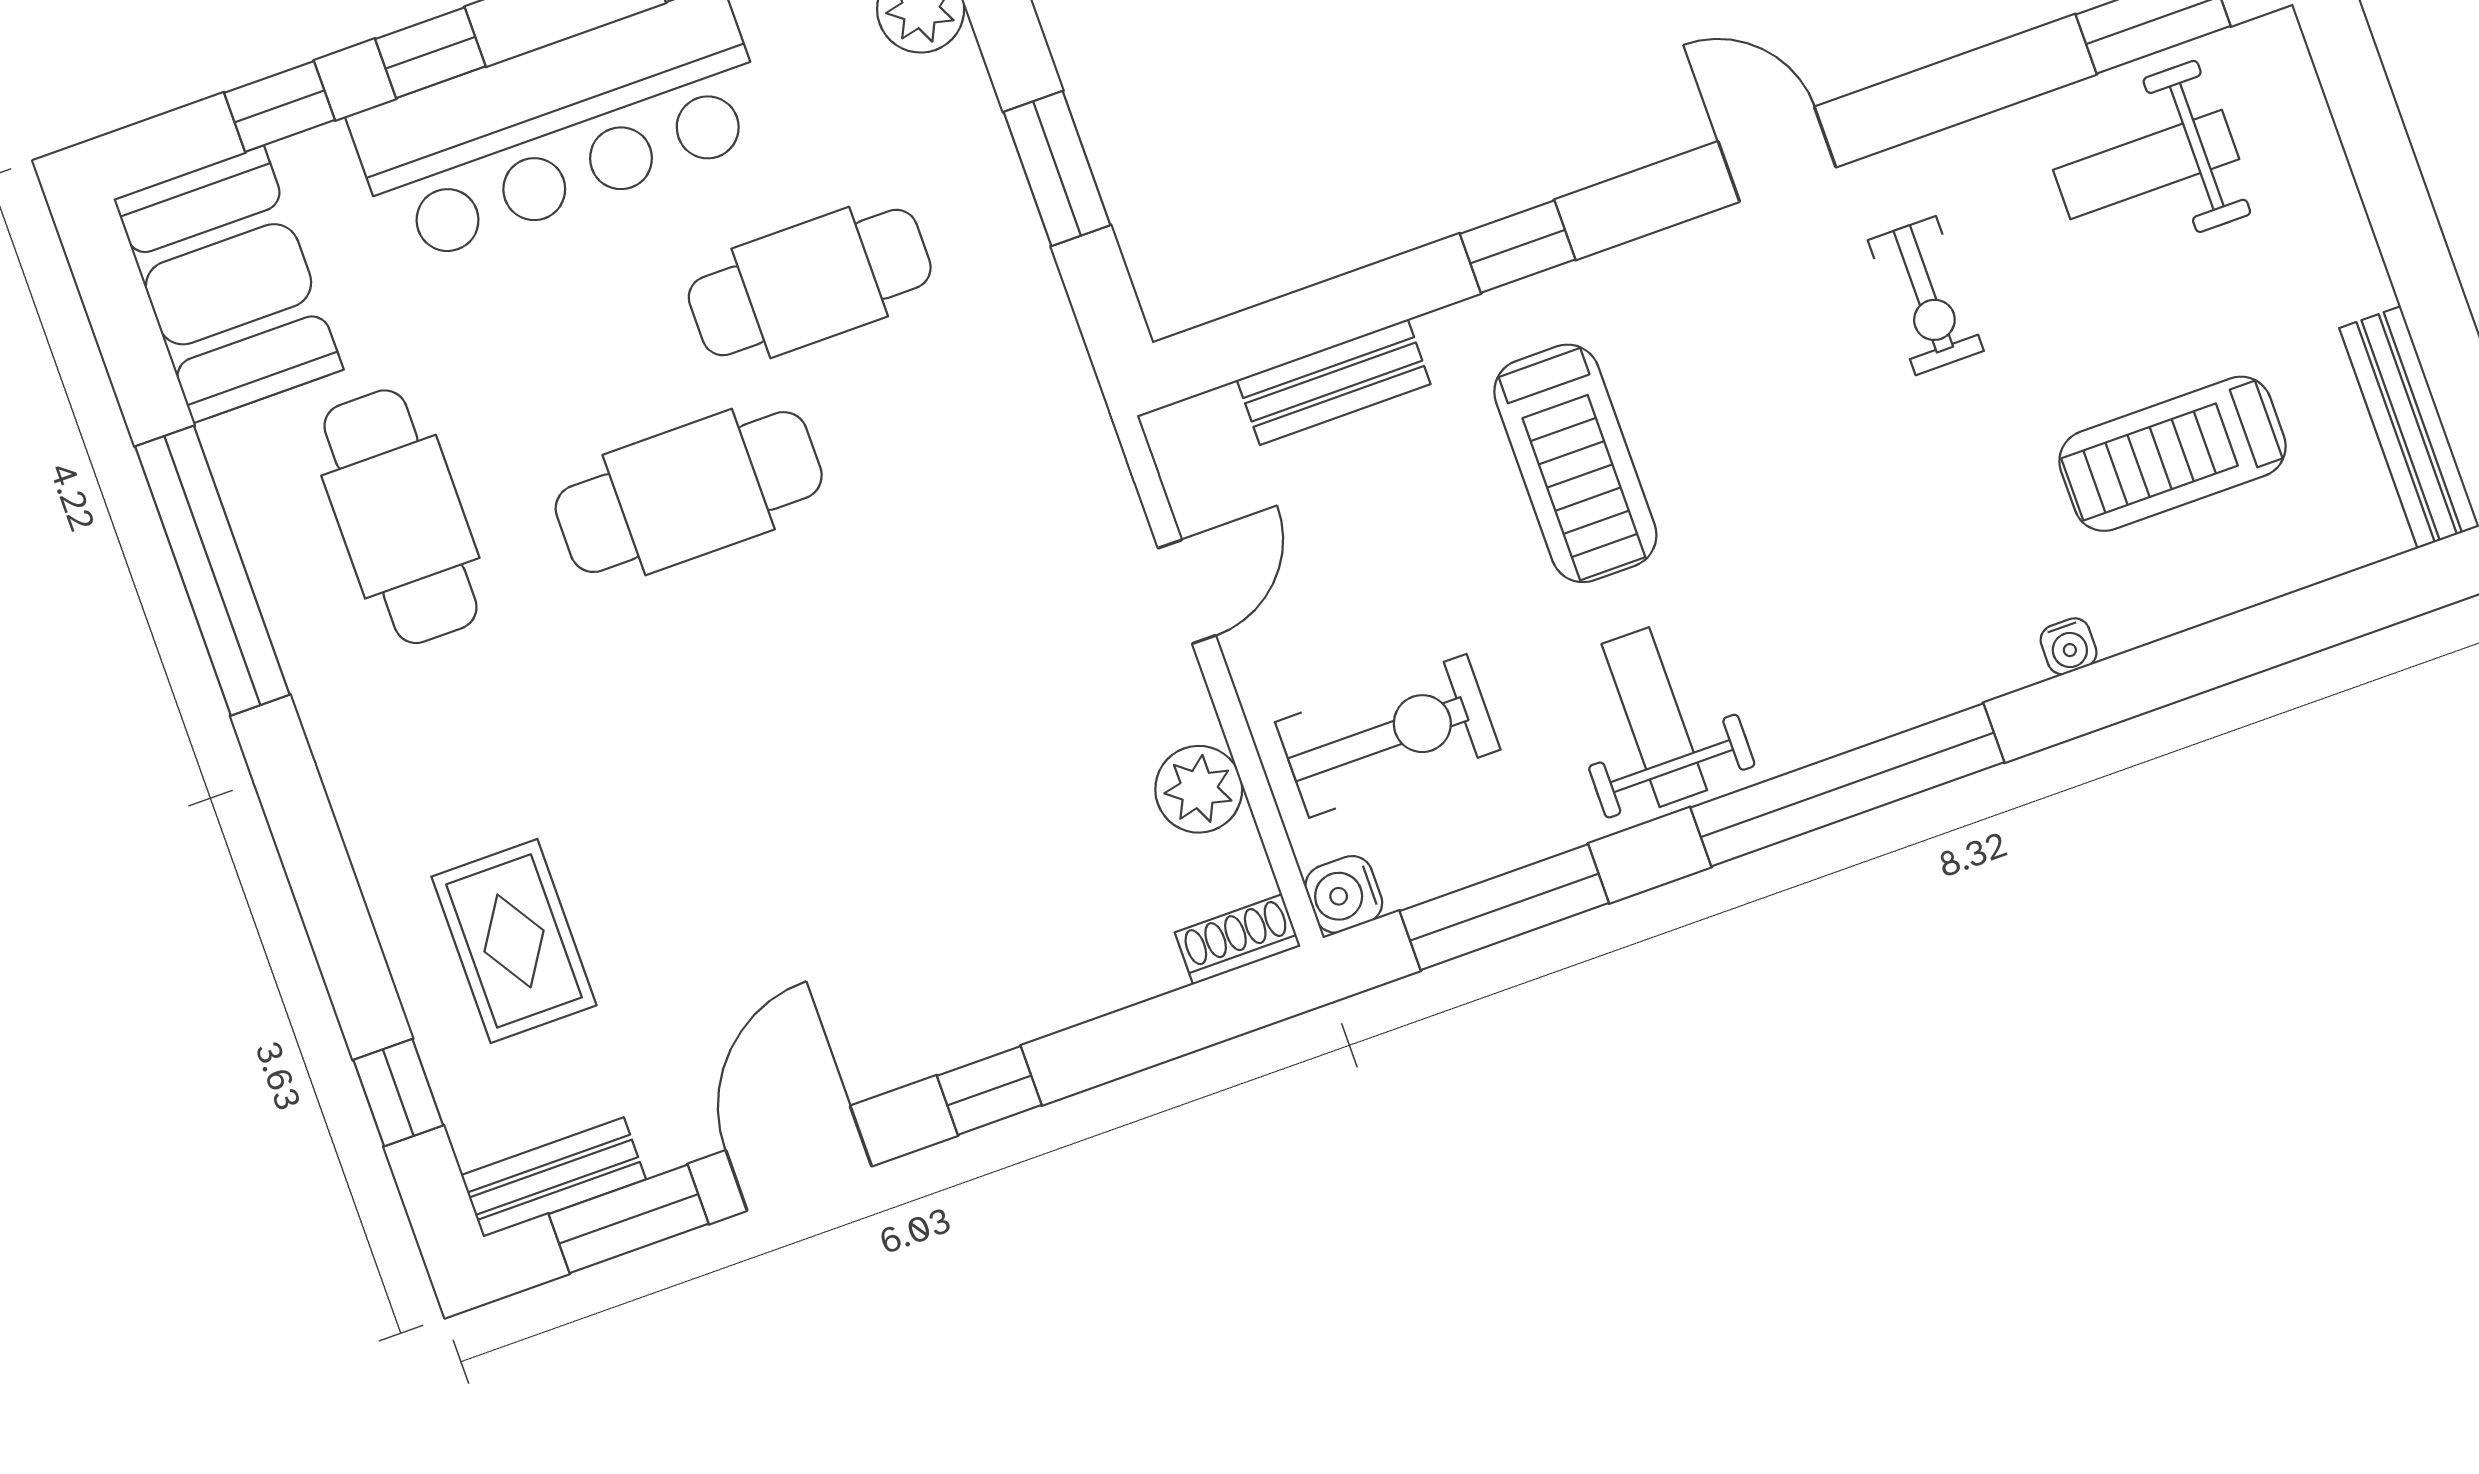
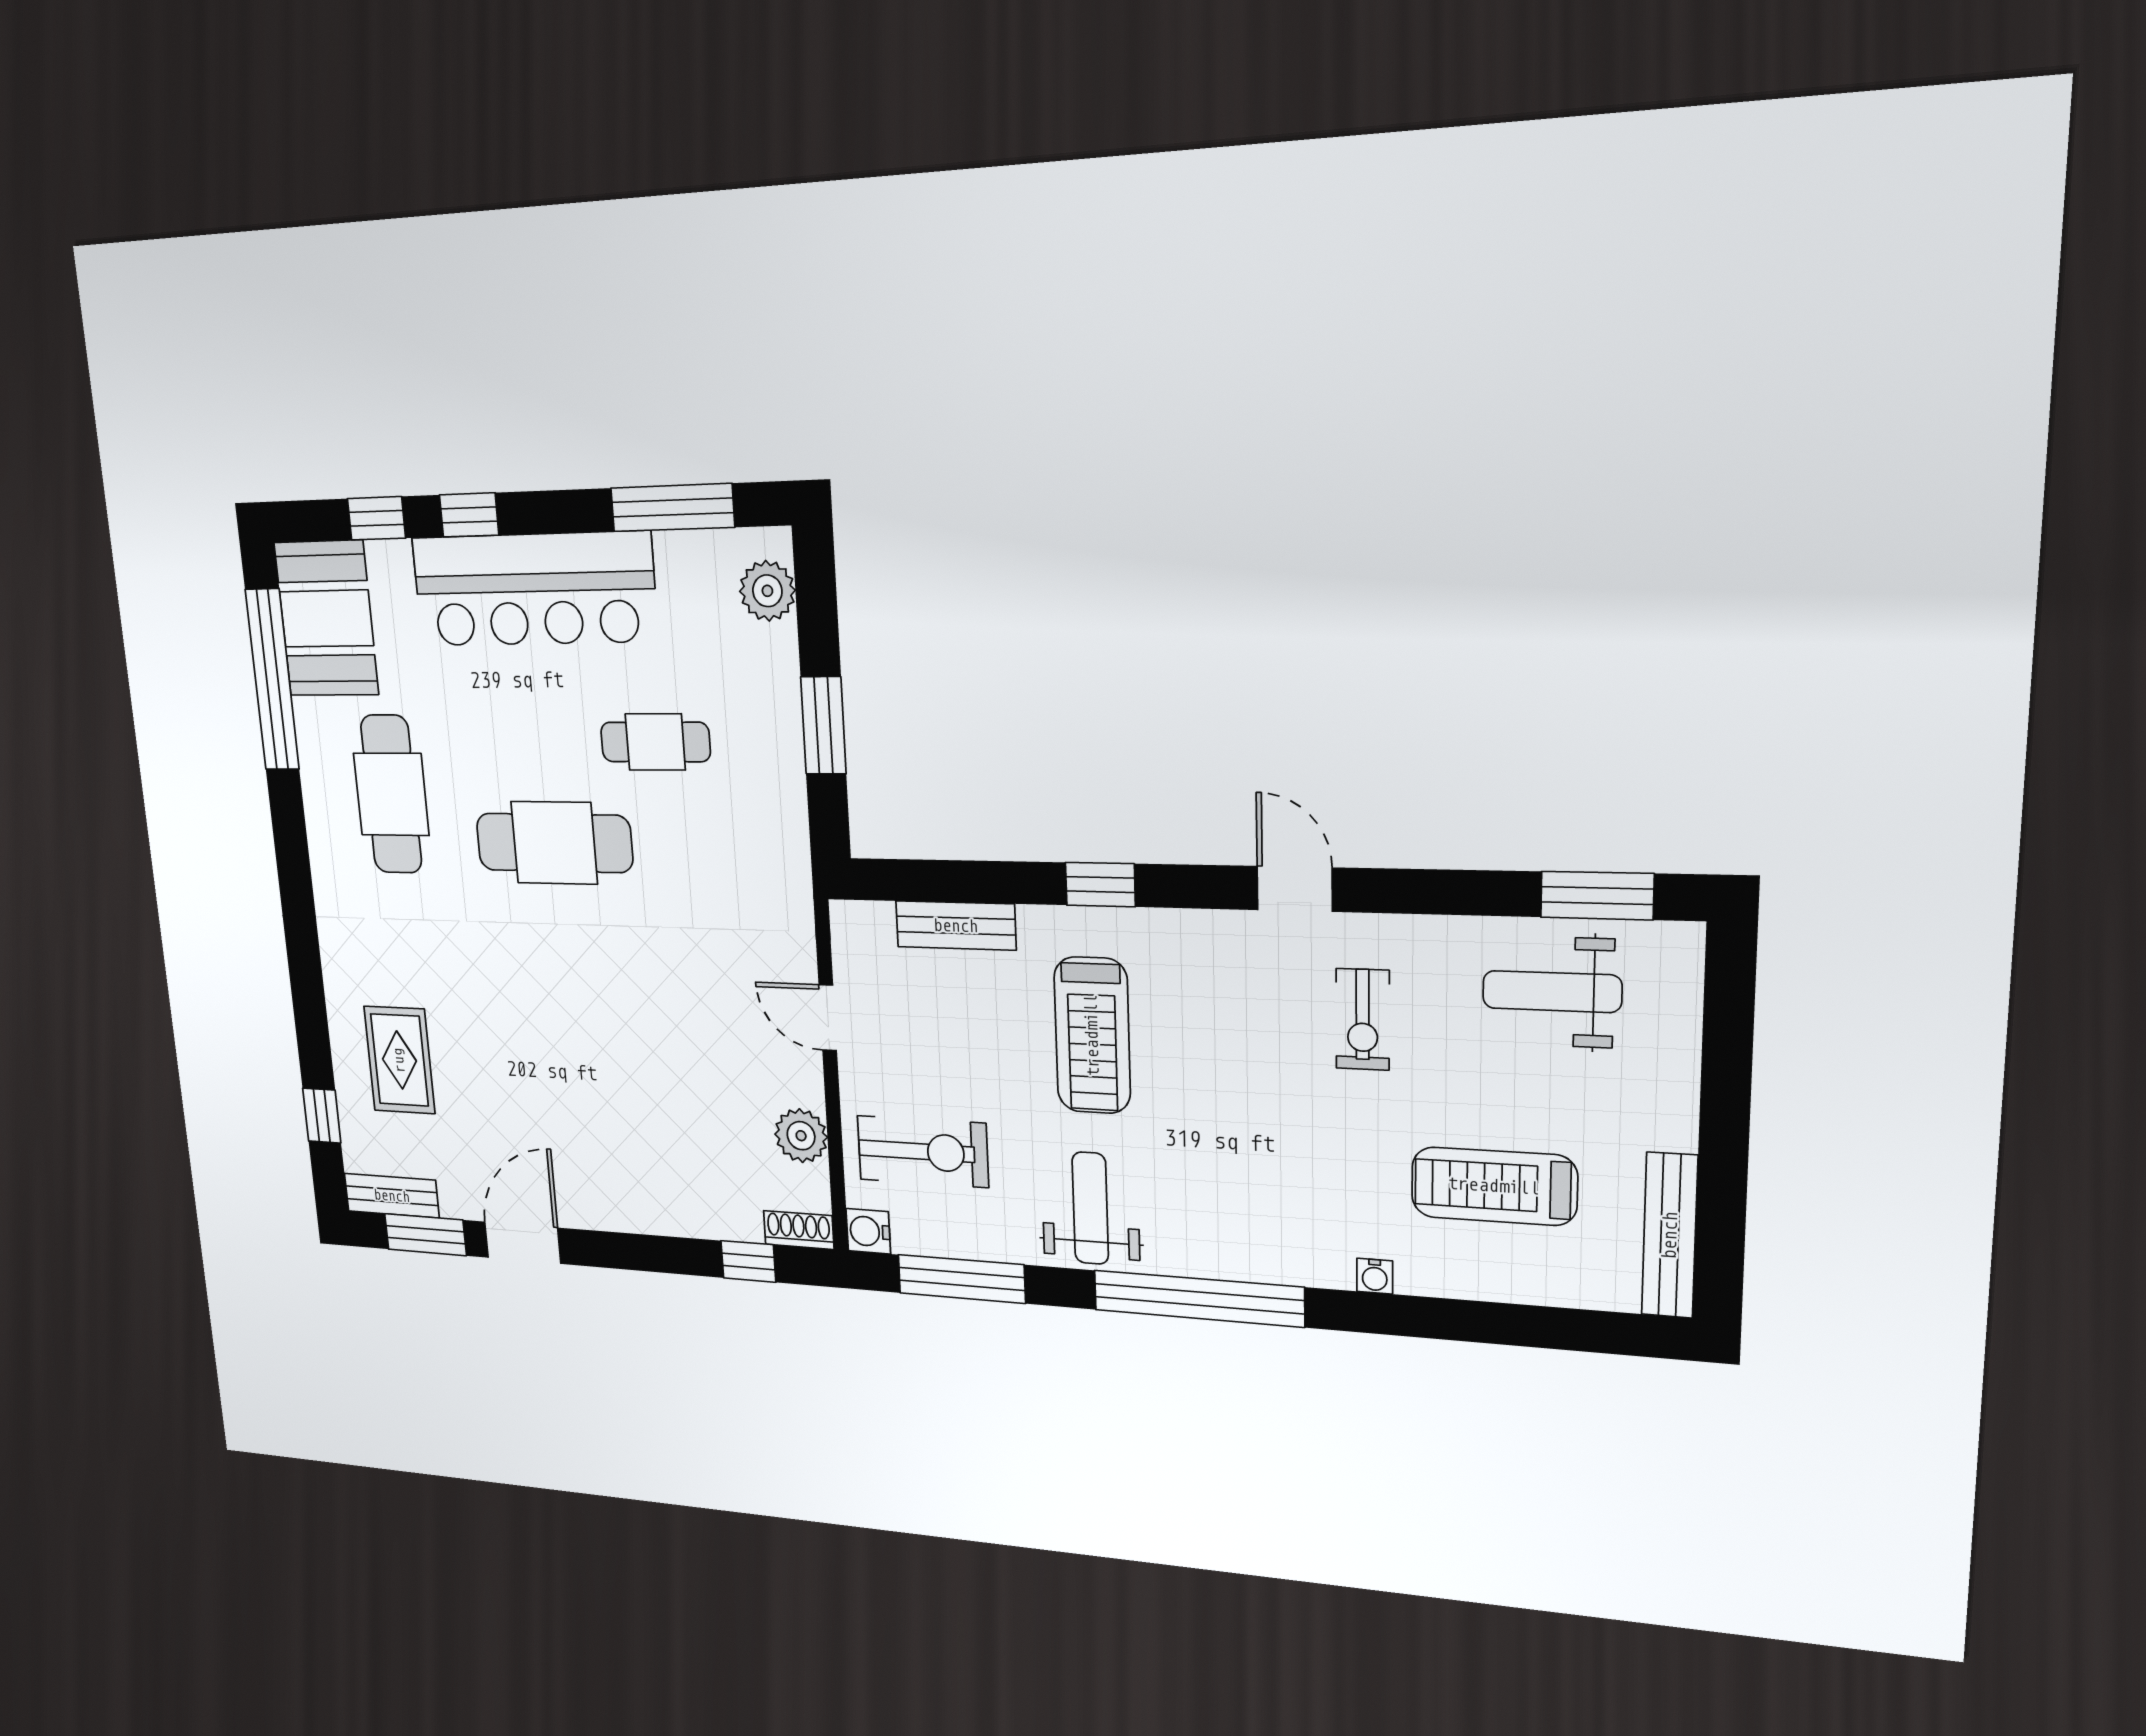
cafe table: (810, 283) -> (655, 742), width x0.73, depth x0.74
window: (212, 571) -> (272, 680), moved
door: (1187, 592) -> (828, 1018), swing flipped
window: (989, 1090) -> (748, 1261), moved

